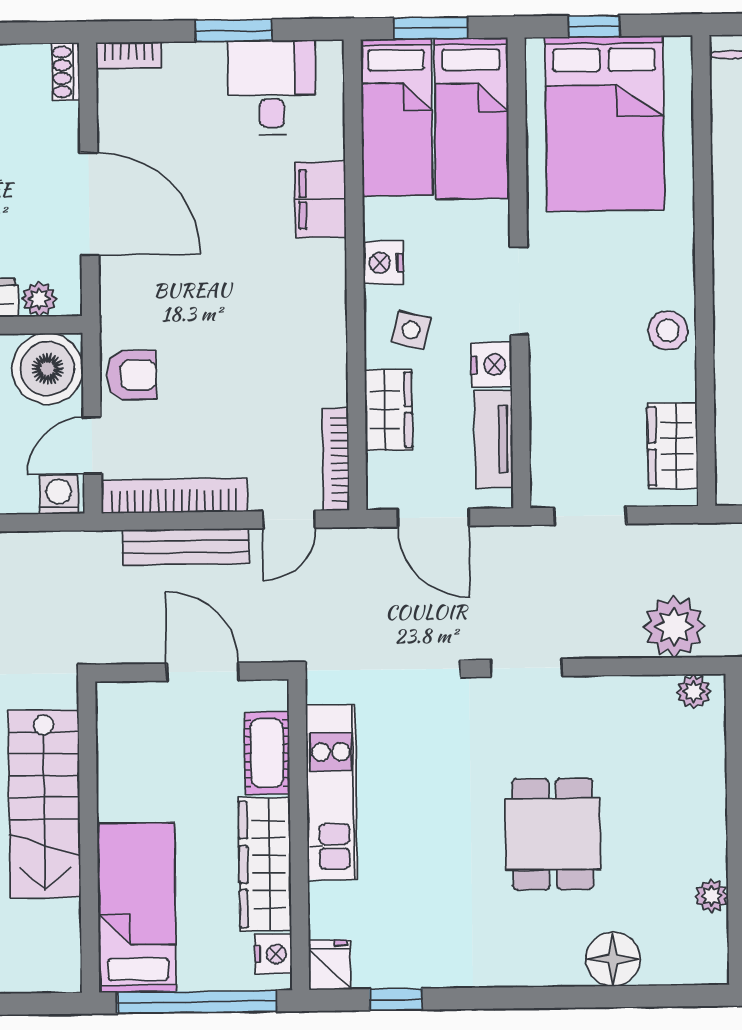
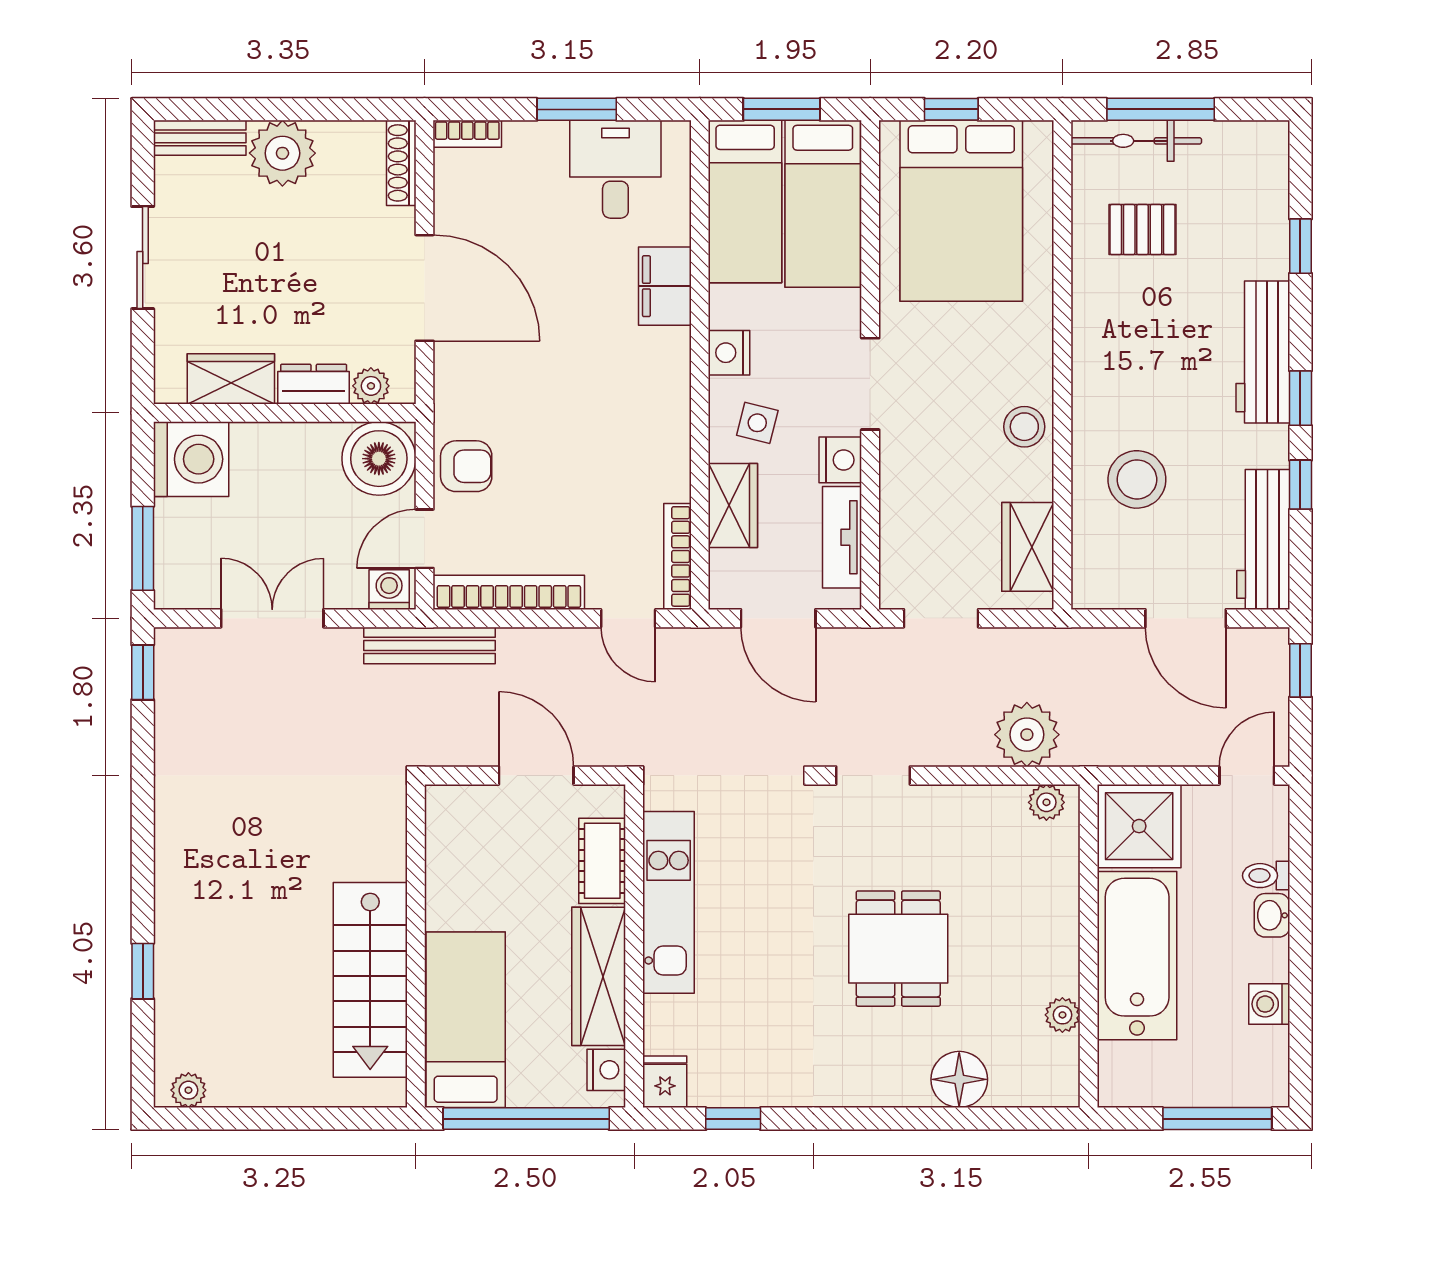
shoe rack: (65, 72) -> (401, 163), width x1.43
door: (289, 519) -> (628, 618), hinge flipped
bench: (186, 547) -> (430, 645), moved
stairs: (44, 804) -> (370, 980), moved

